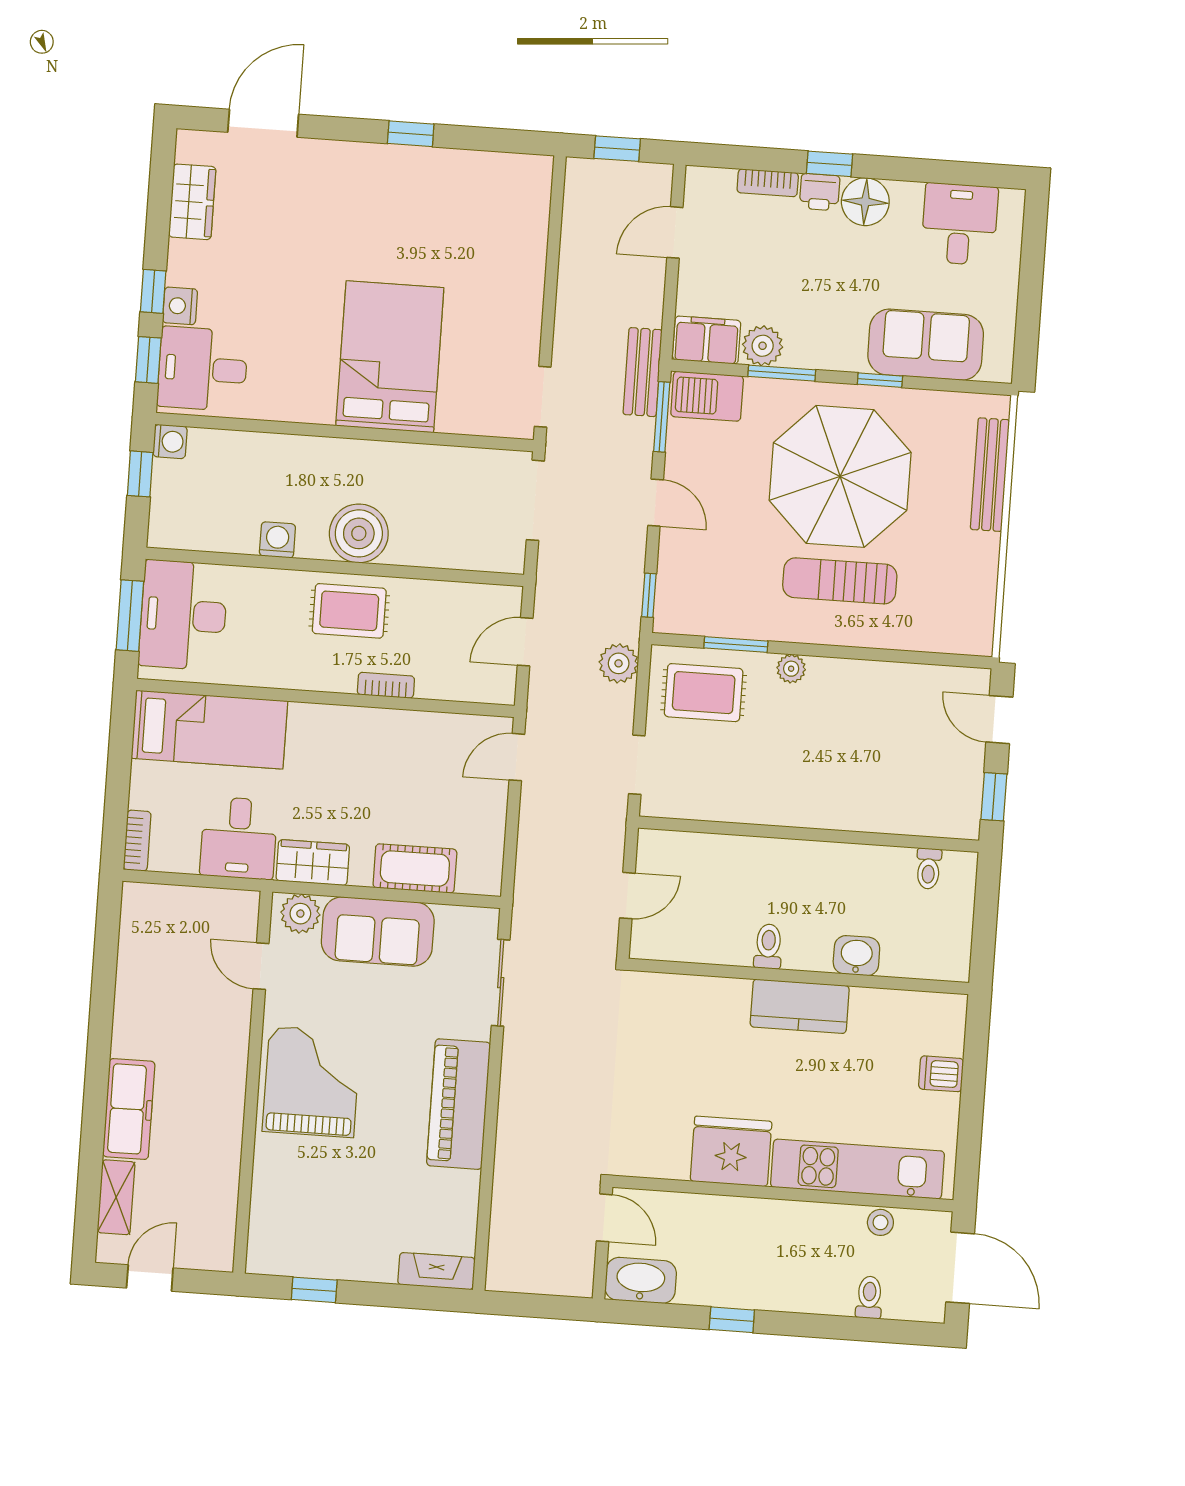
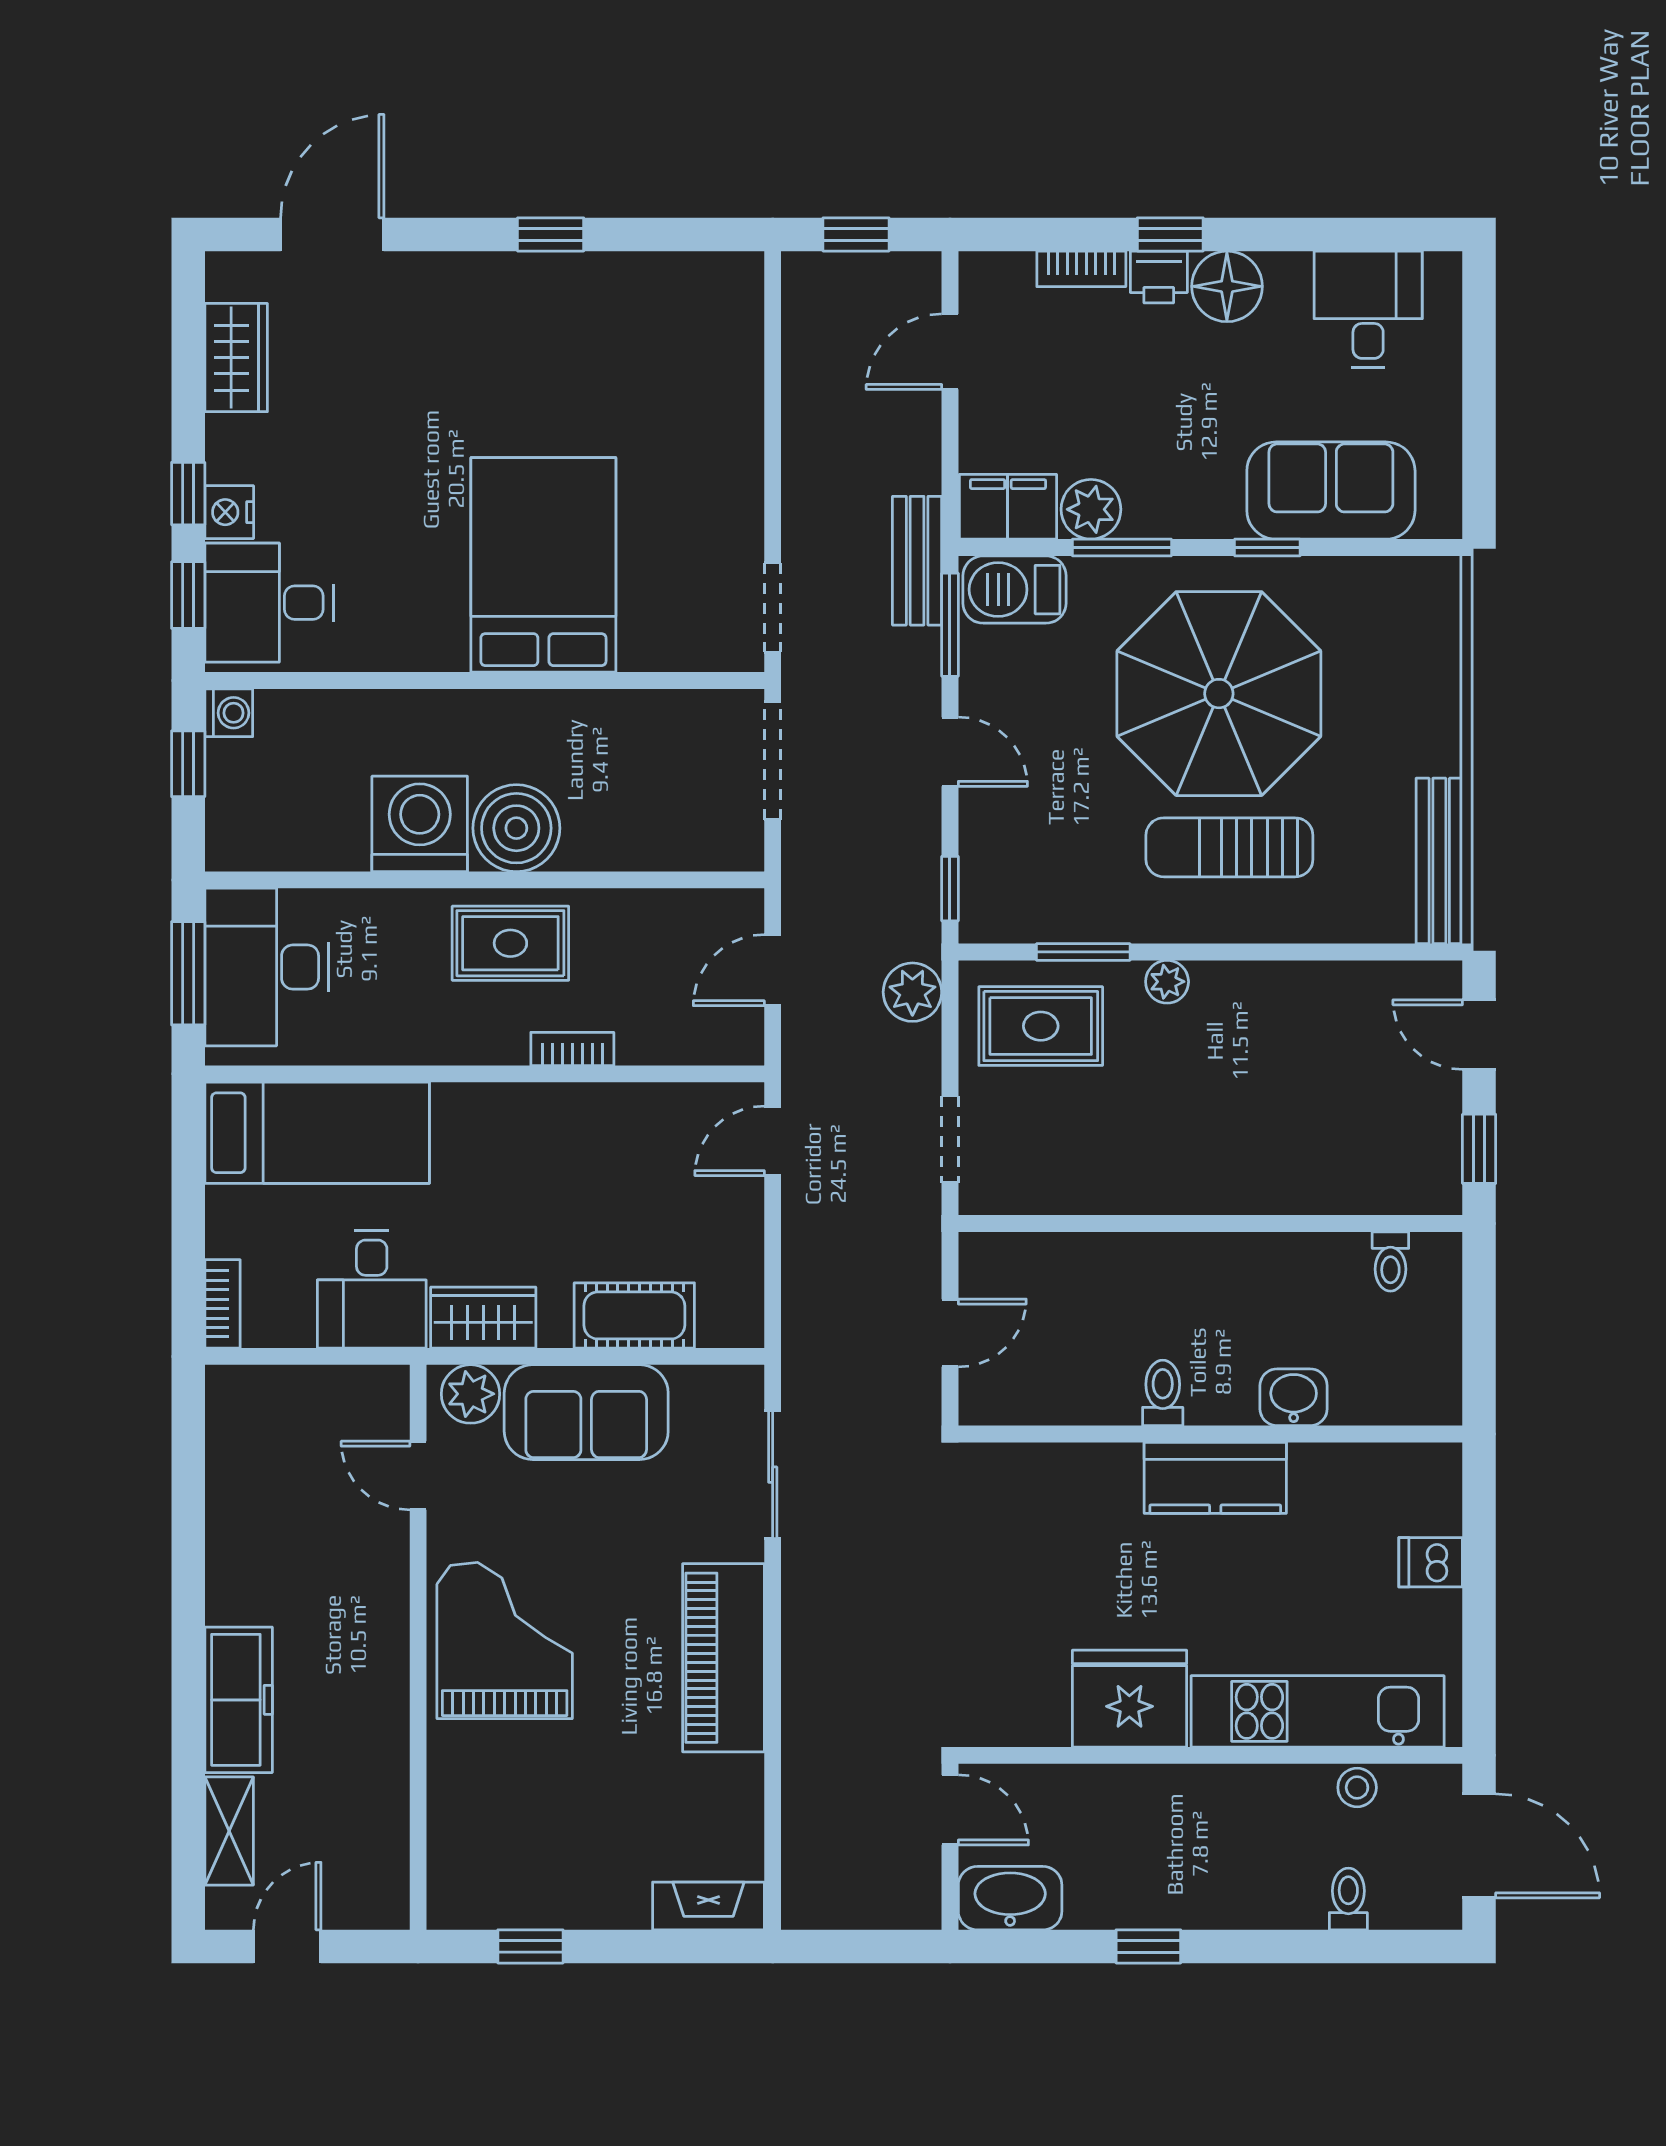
bench: (990, 475) -> (1439, 861), moved
washing machine: (277, 540) -> (420, 824), width x1.89, depth x1.89

